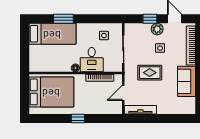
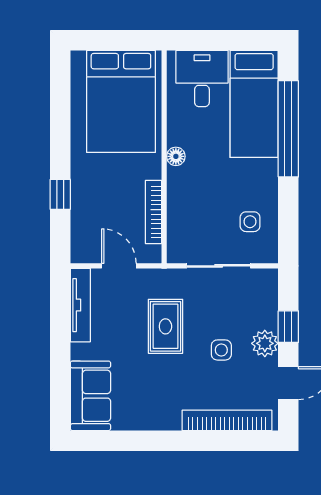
window: (63, 19) -> (288, 129), width x2.11
desk: (92, 60) -> (202, 79), moved, turned 90
sofa: (187, 81) -> (90, 396), moved, turned 90
window: (78, 119) -> (60, 194), moved

